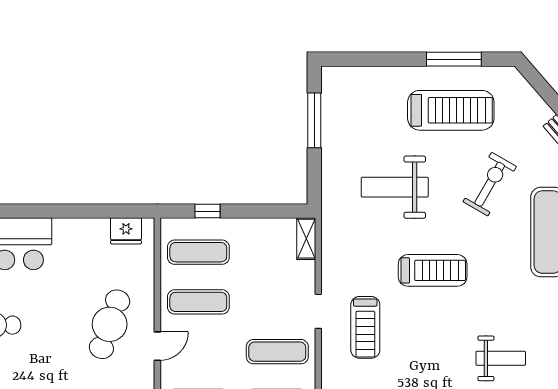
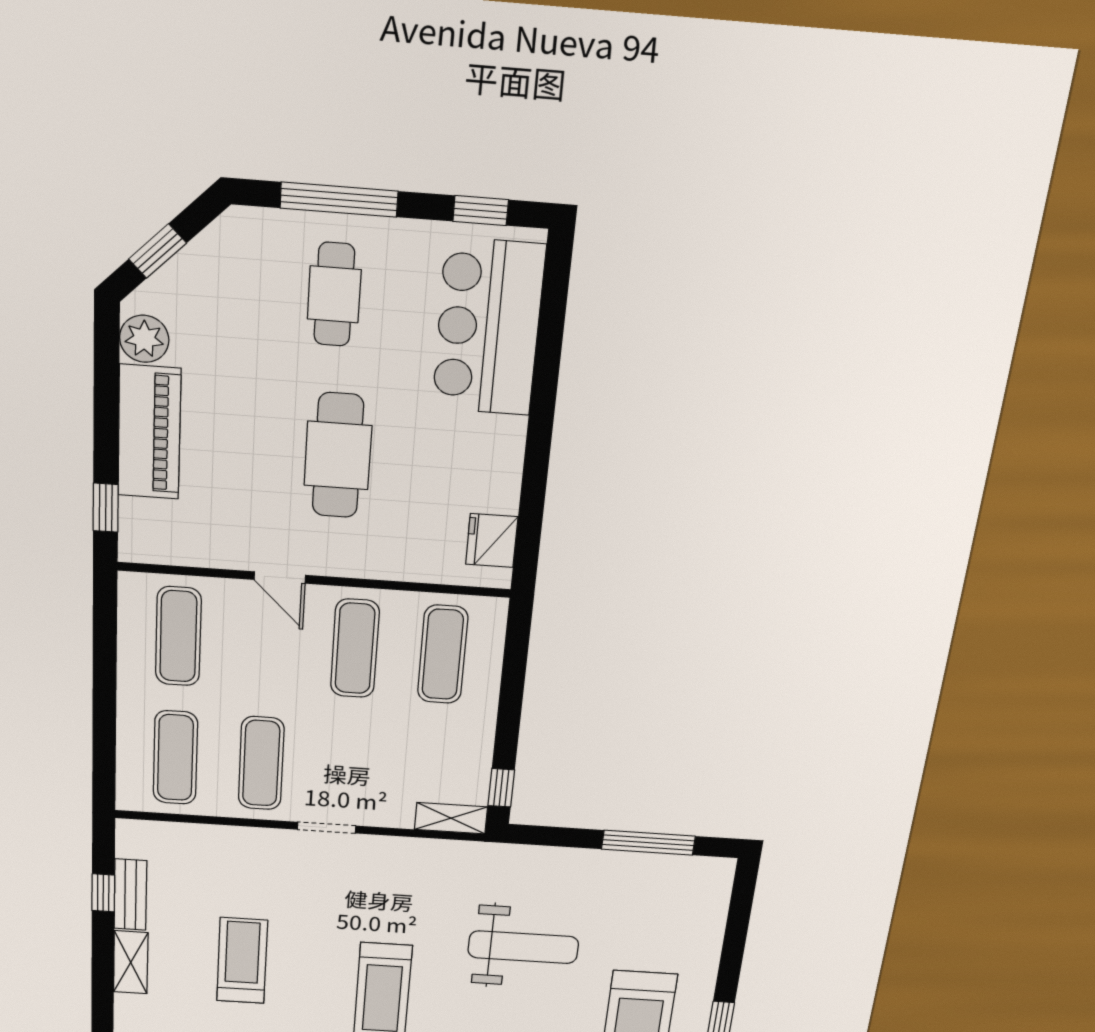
weight bench: (395, 187) -> (523, 947), turned 90
window: (208, 211) -> (501, 788), moved
cafe table: (110, 324) -> (338, 456), moved, turned 71
treadmill: (365, 327) -> (242, 961), moved, turned 90

